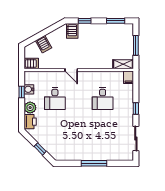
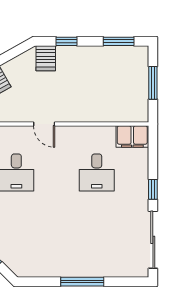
shelving: (123, 64) -> (131, 115), removed
filing cabinet: (128, 77) -> (132, 137), width x2.00
sliding door: (136, 139) -> (153, 240), width x1.37

